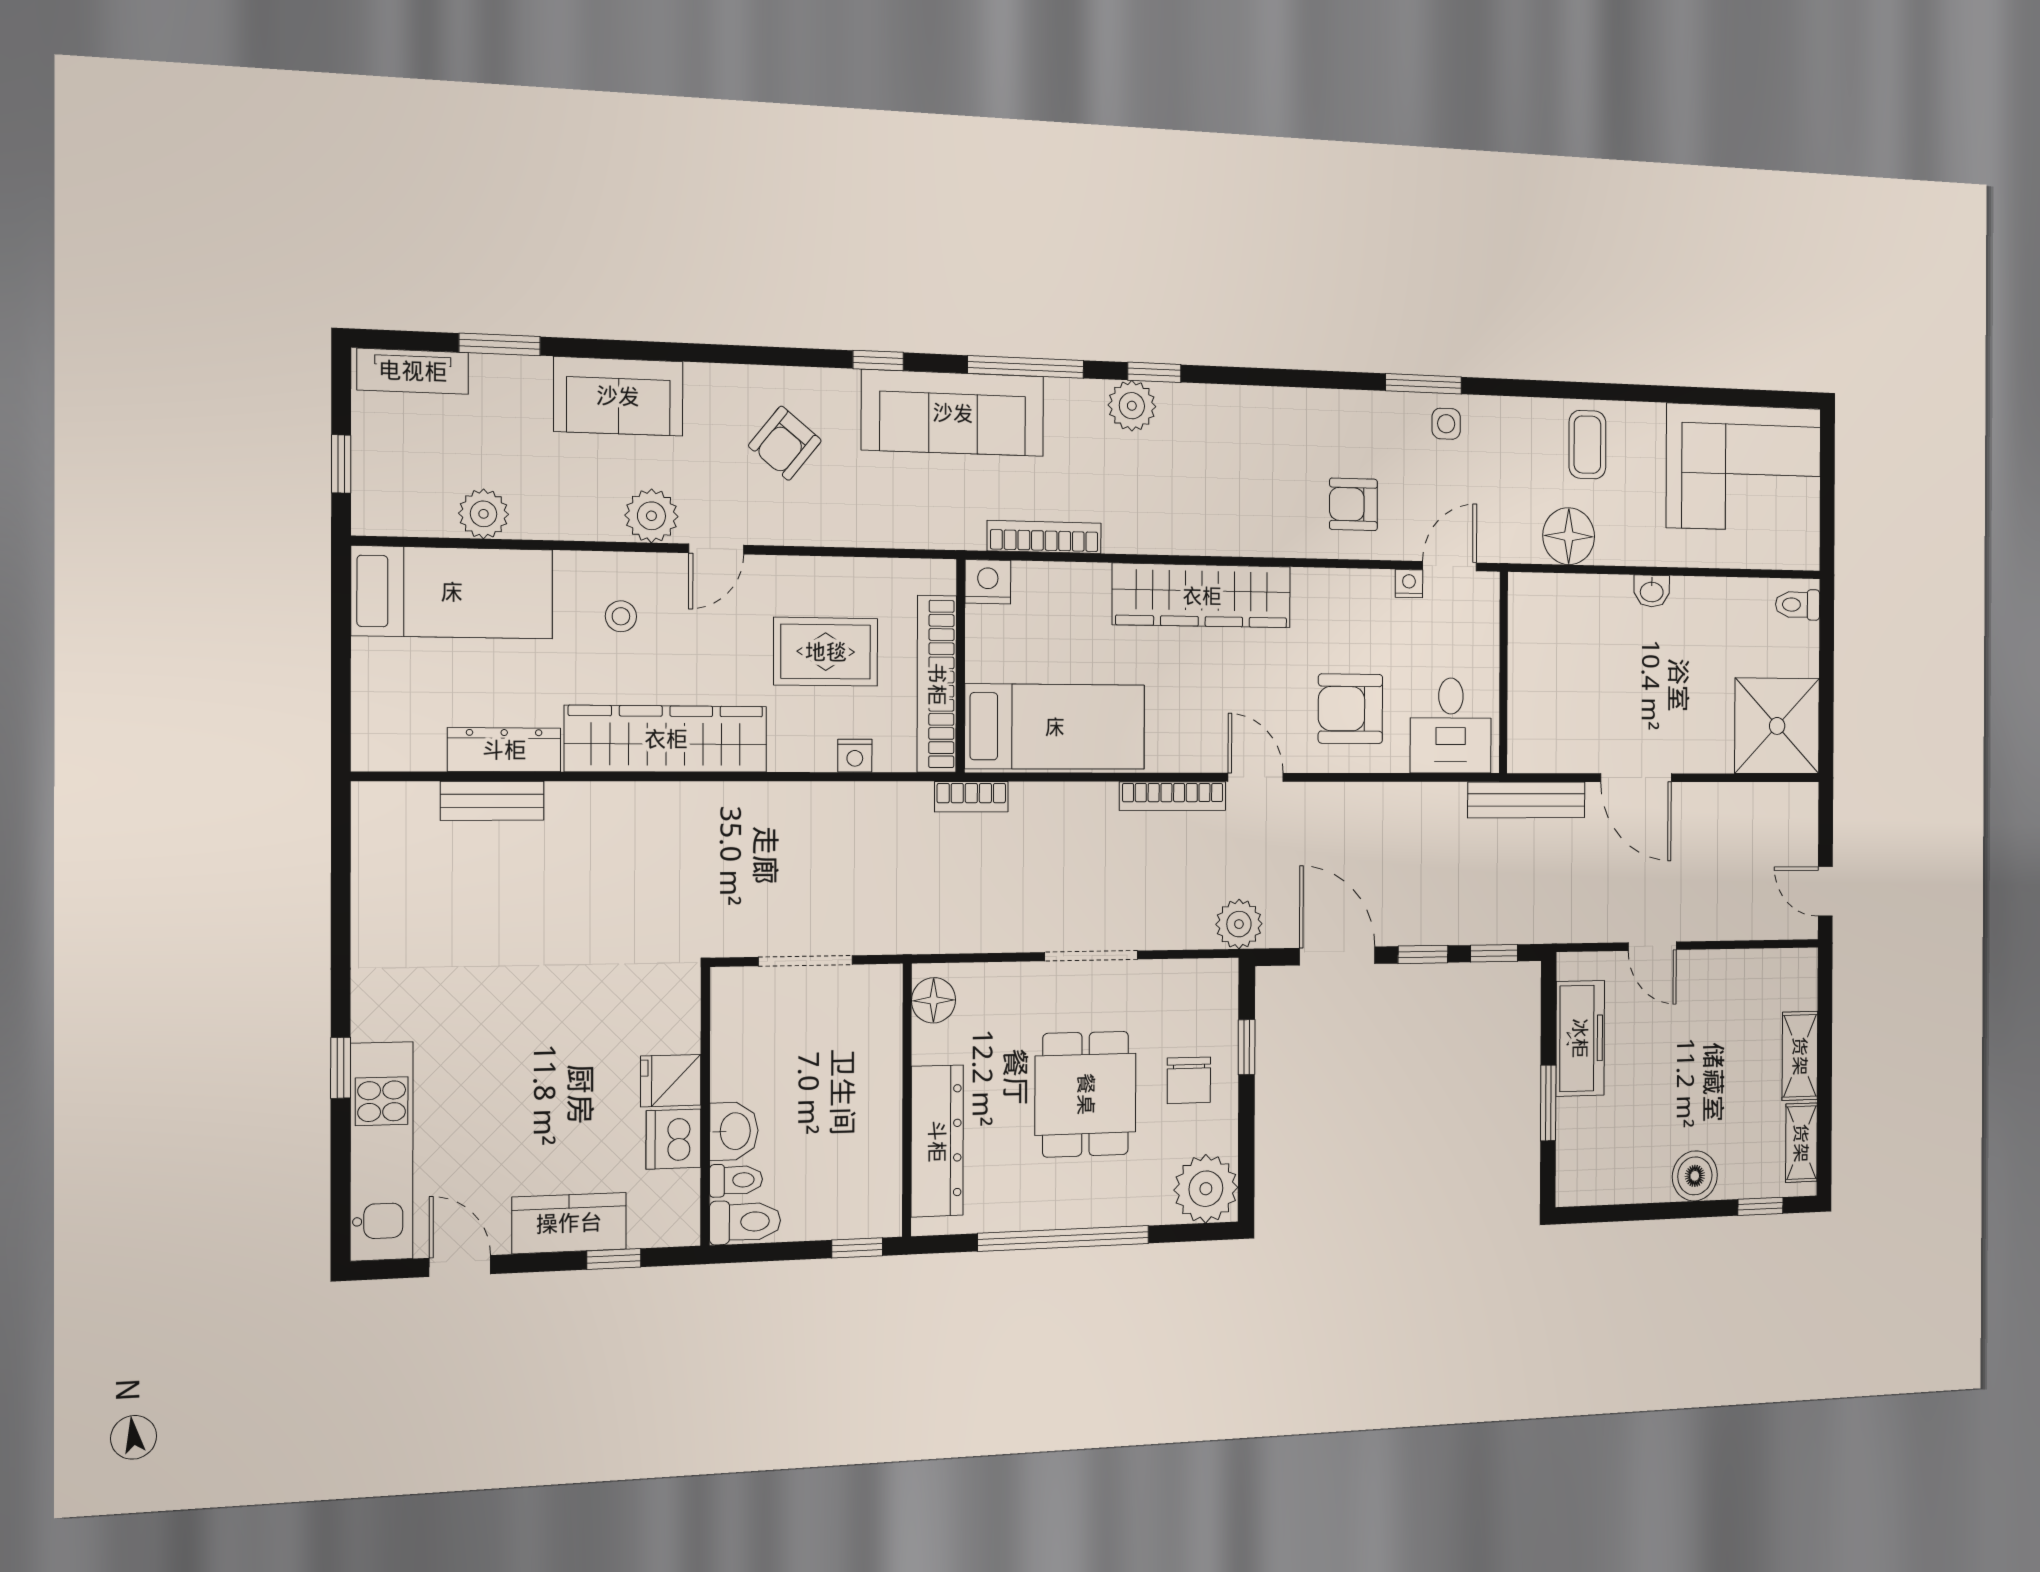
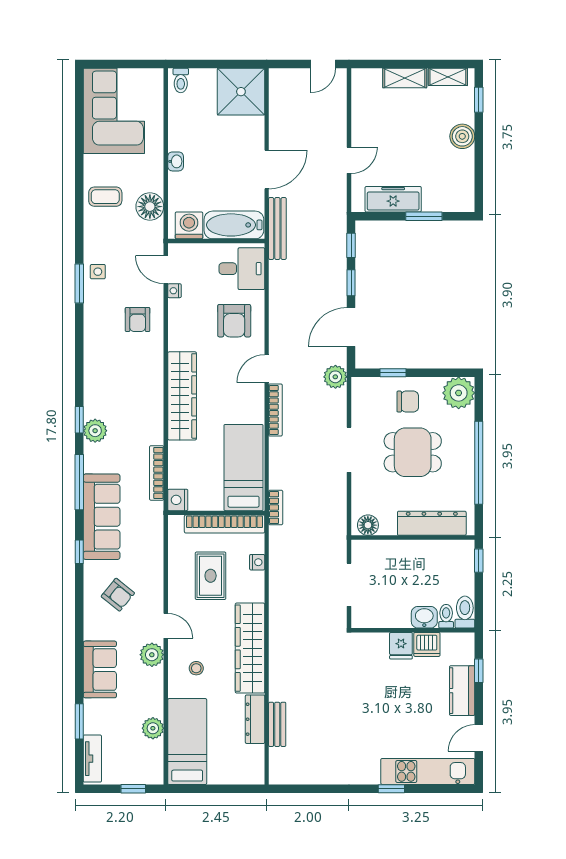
washing machine: (1533, 616) -> (189, 225), added
bathtub: (1534, 710) -> (234, 225), added

